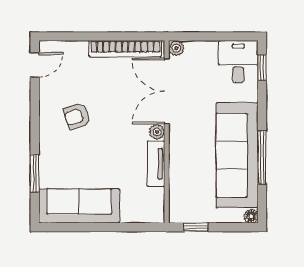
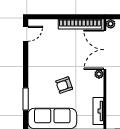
armchair: (77, 116) -> (64, 85), moved
tv unit: (156, 164) -> (98, 111), moved

